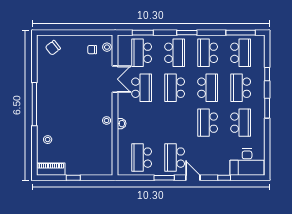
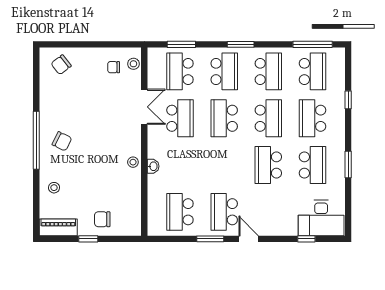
school desk: (208, 53) -> (268, 71), turned 180
chair: (54, 105) -> (62, 141), added
window: (267, 108) -> (348, 164), moved
chair: (84, 163) -> (102, 219), added
window: (224, 178) -> (306, 239), moved

